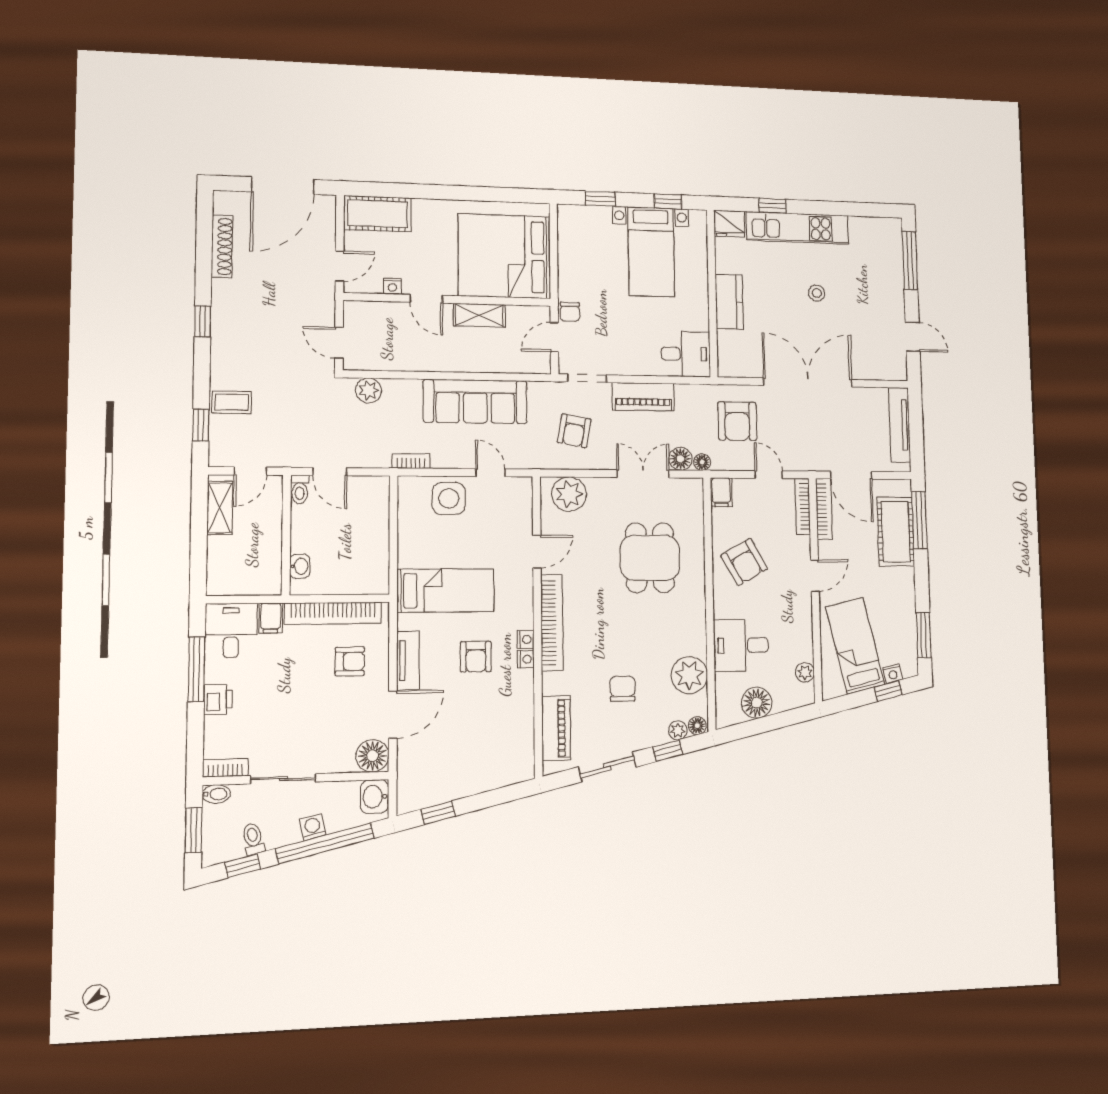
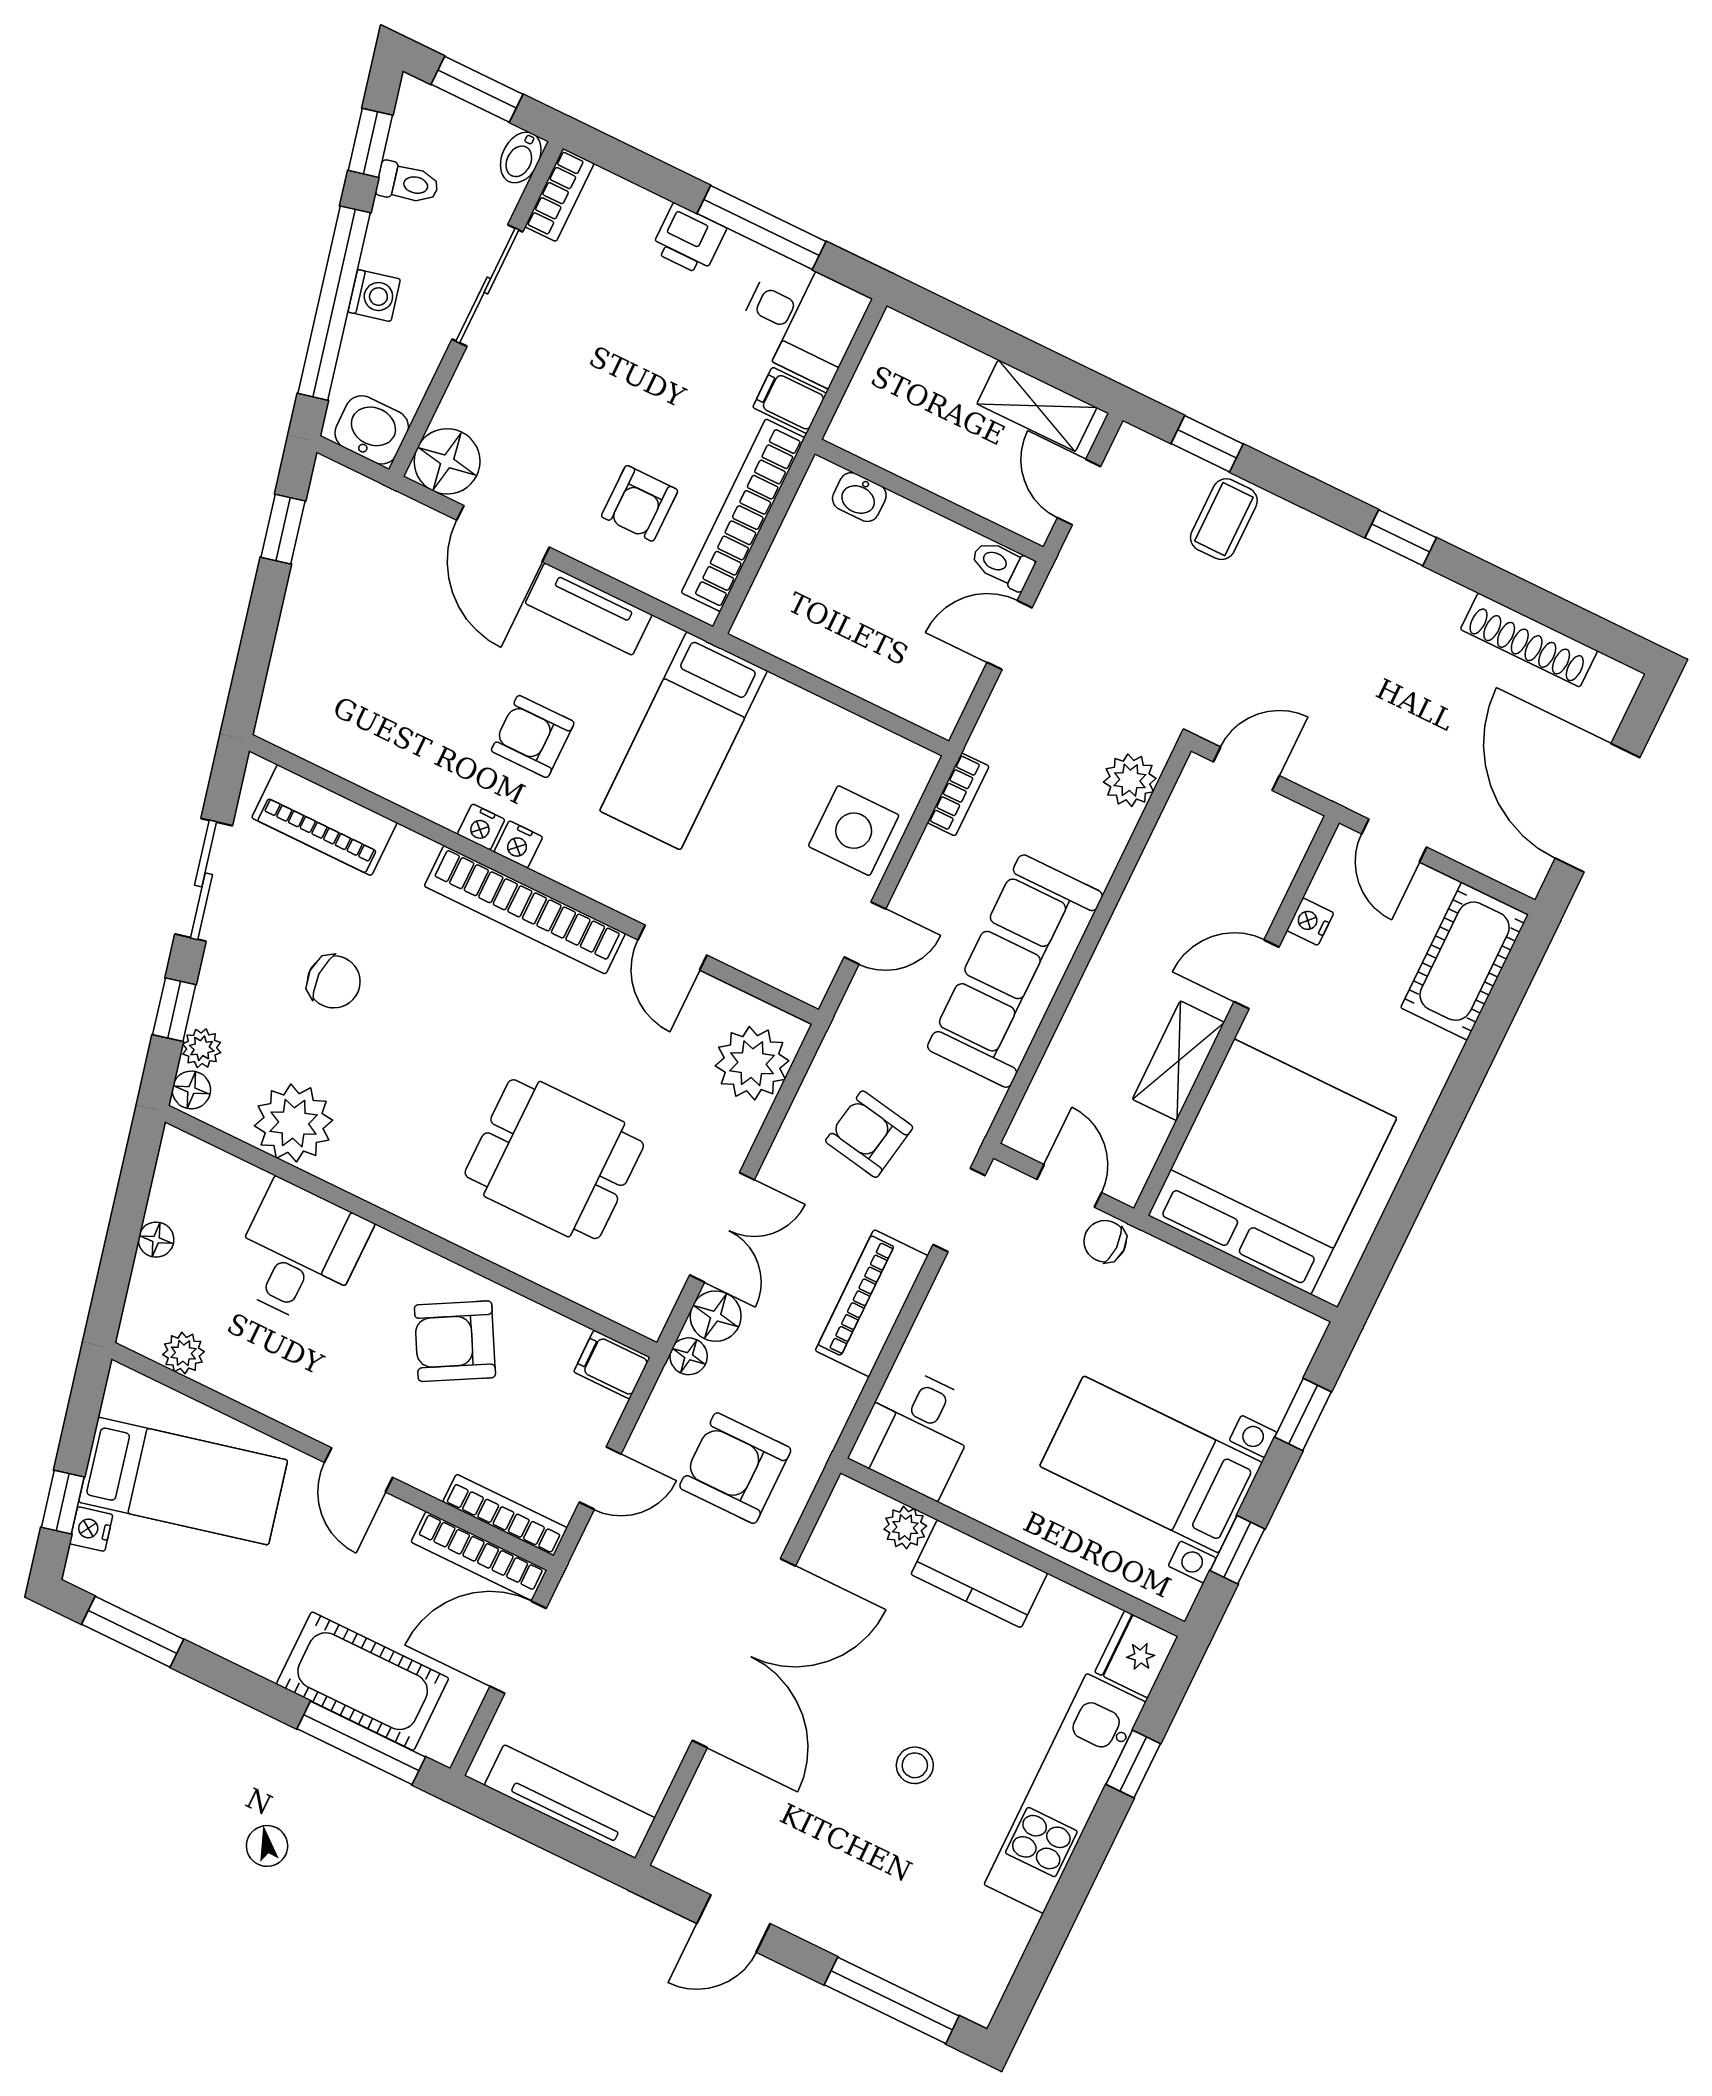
plant: (726, 340) -> (905, 1527), added
floor lamp: (757, 703) -> (156, 1240), width x0.53, depth x0.53

